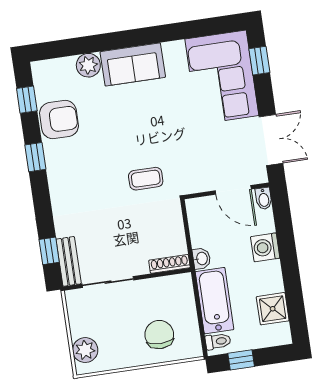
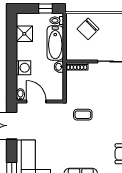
chair: (159, 335) -> (88, 29), turned 45

